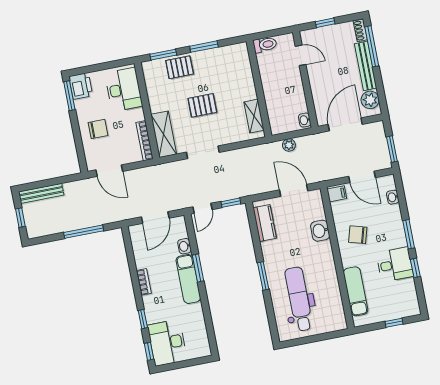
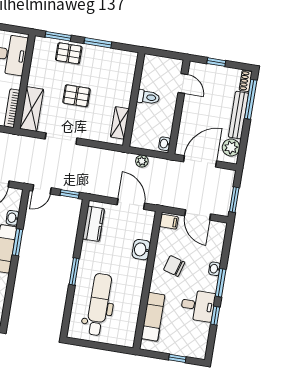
toilet: (265, 45) -> (148, 97), moved
washbasin: (393, 197) -> (215, 269), moved

